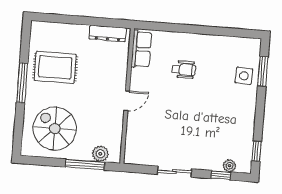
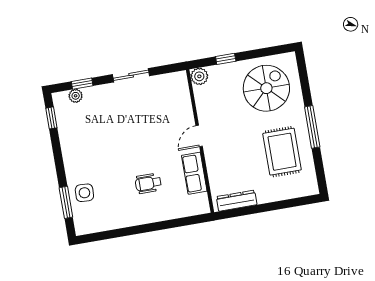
row of seats: (141, 49) -> (194, 173), moved
rug: (55, 67) -> (282, 152), turned 90
spiral stairs: (55, 129) -> (266, 88), turned -90
plant: (100, 154) -> (199, 76), moved
window: (85, 165) -> (226, 59), width x0.46

